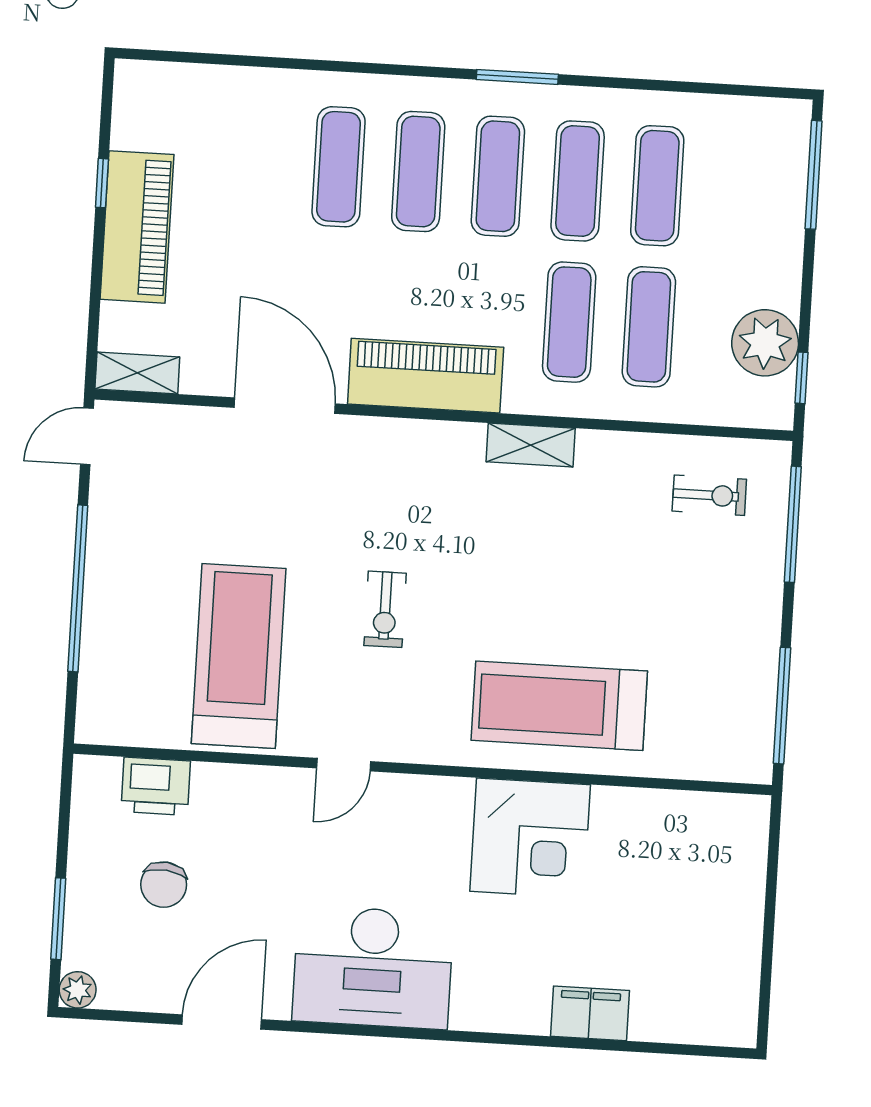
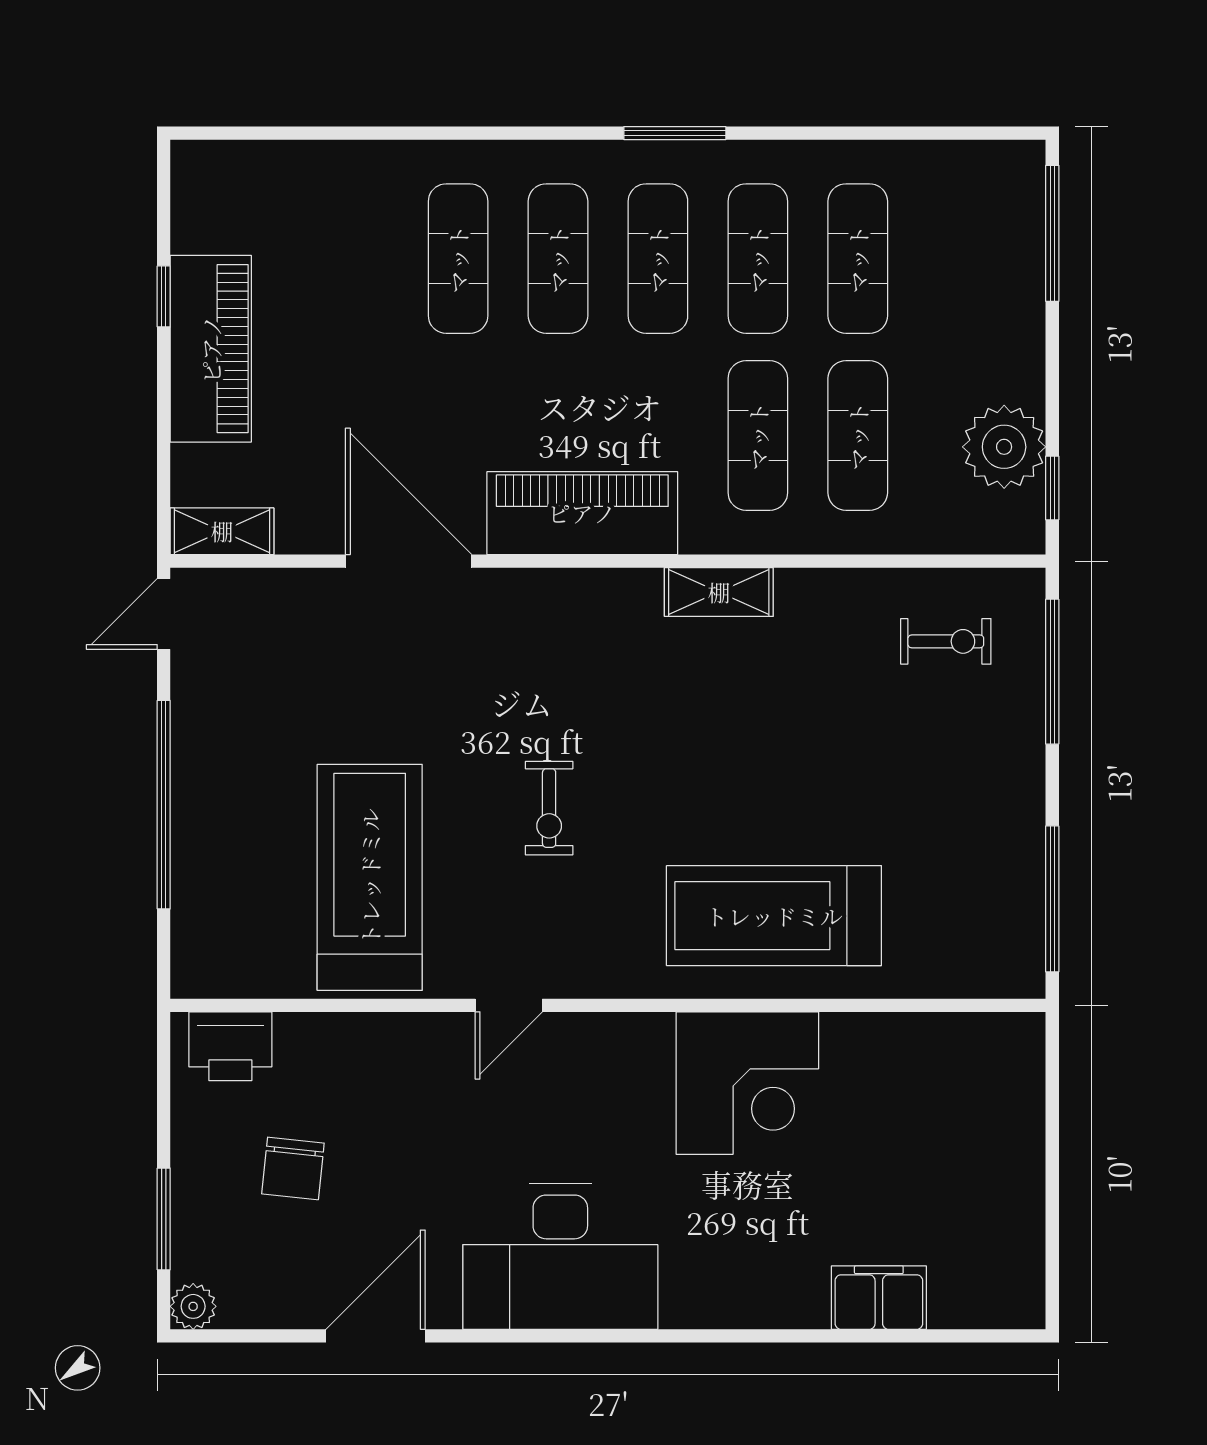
printer: (156, 786) -> (230, 1046), moved
filing cabinet: (590, 1013) -> (879, 1298), moved

